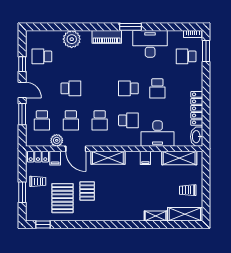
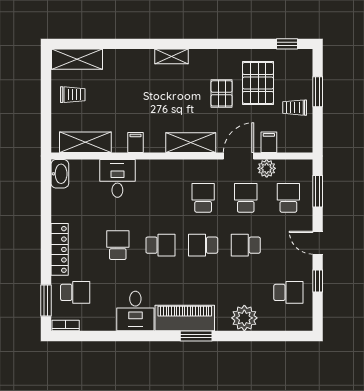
window: (131, 27) -> (196, 336), moved
piano: (107, 37) -> (185, 318), width x1.37, depth x1.33
desk: (150, 44) -> (135, 311), width x0.73
locker: (197, 108) -> (60, 249), moved
window: (22, 114) -> (318, 191), moved
school desk: (128, 120) -> (203, 245), moved
desk: (158, 134) -> (117, 178), width x0.73
door: (76, 149) -> (239, 156), hinge flipped
locker: (38, 157) -> (294, 144), removed
shelving: (156, 216) -> (172, 56), moved

